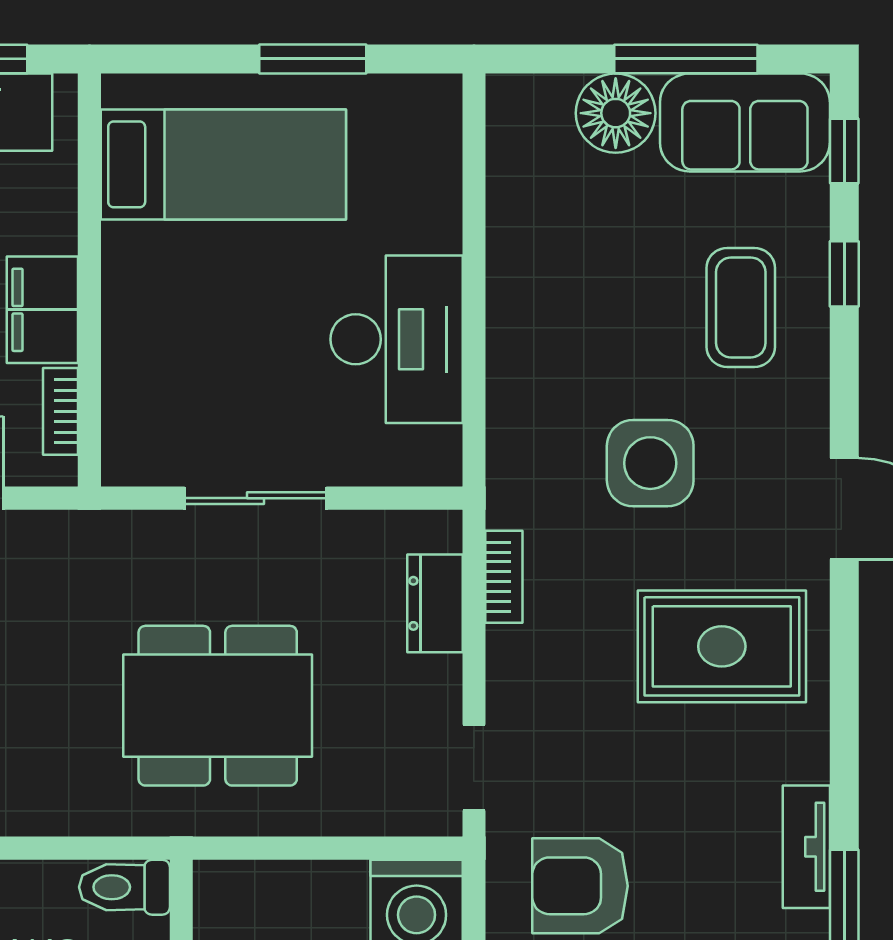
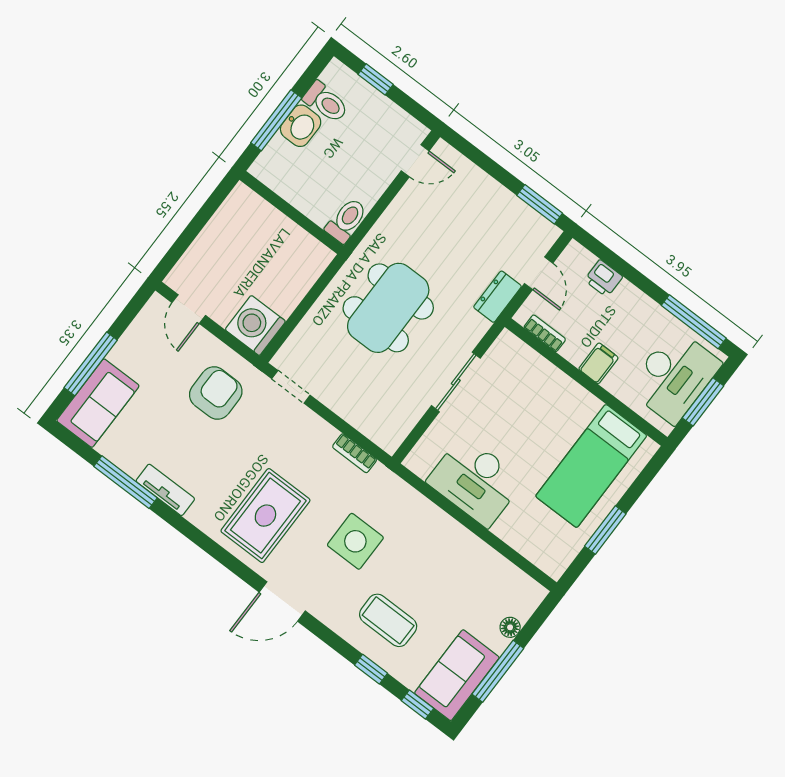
floor lamp: (616, 113) -> (510, 627), width x0.53, depth x0.53
filing cabinet: (42, 310) -> (598, 363), width x0.50
dresser: (435, 603) -> (497, 297), moved, turned -90

